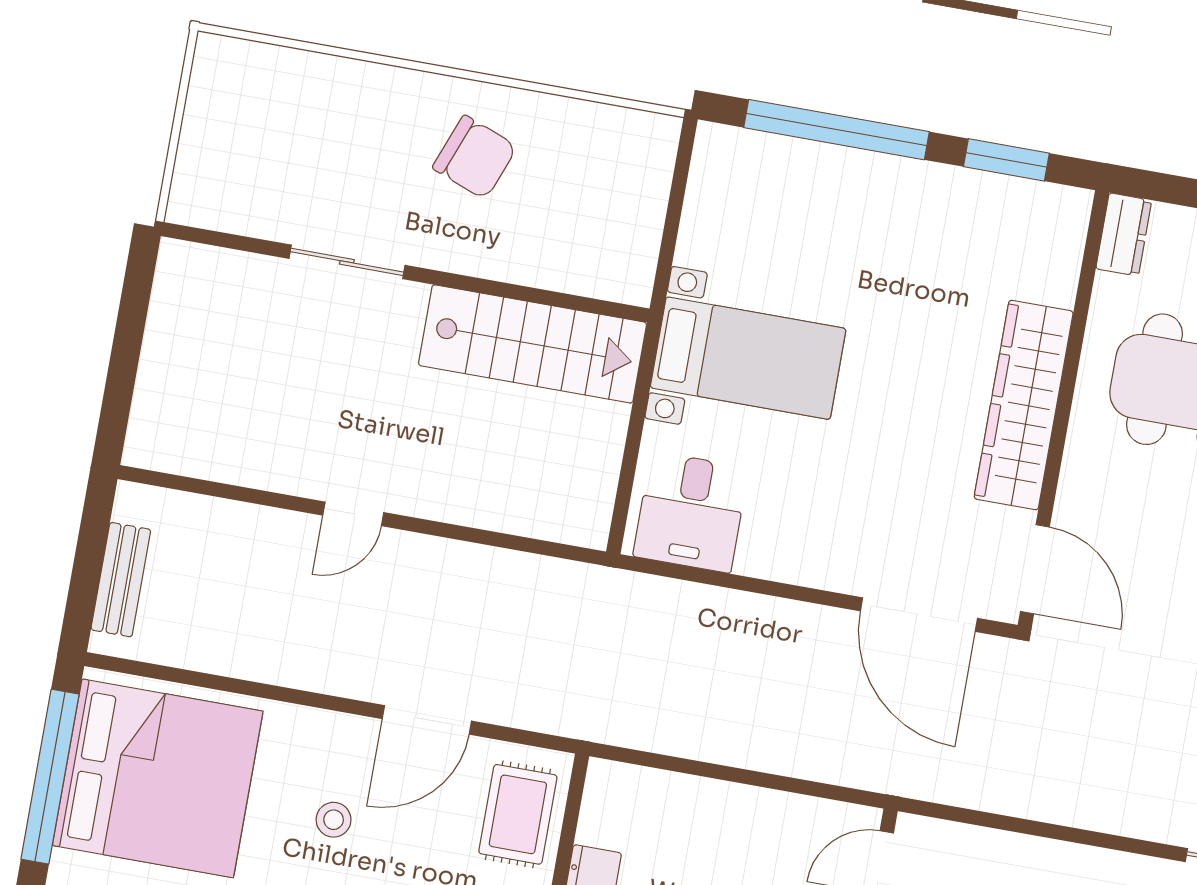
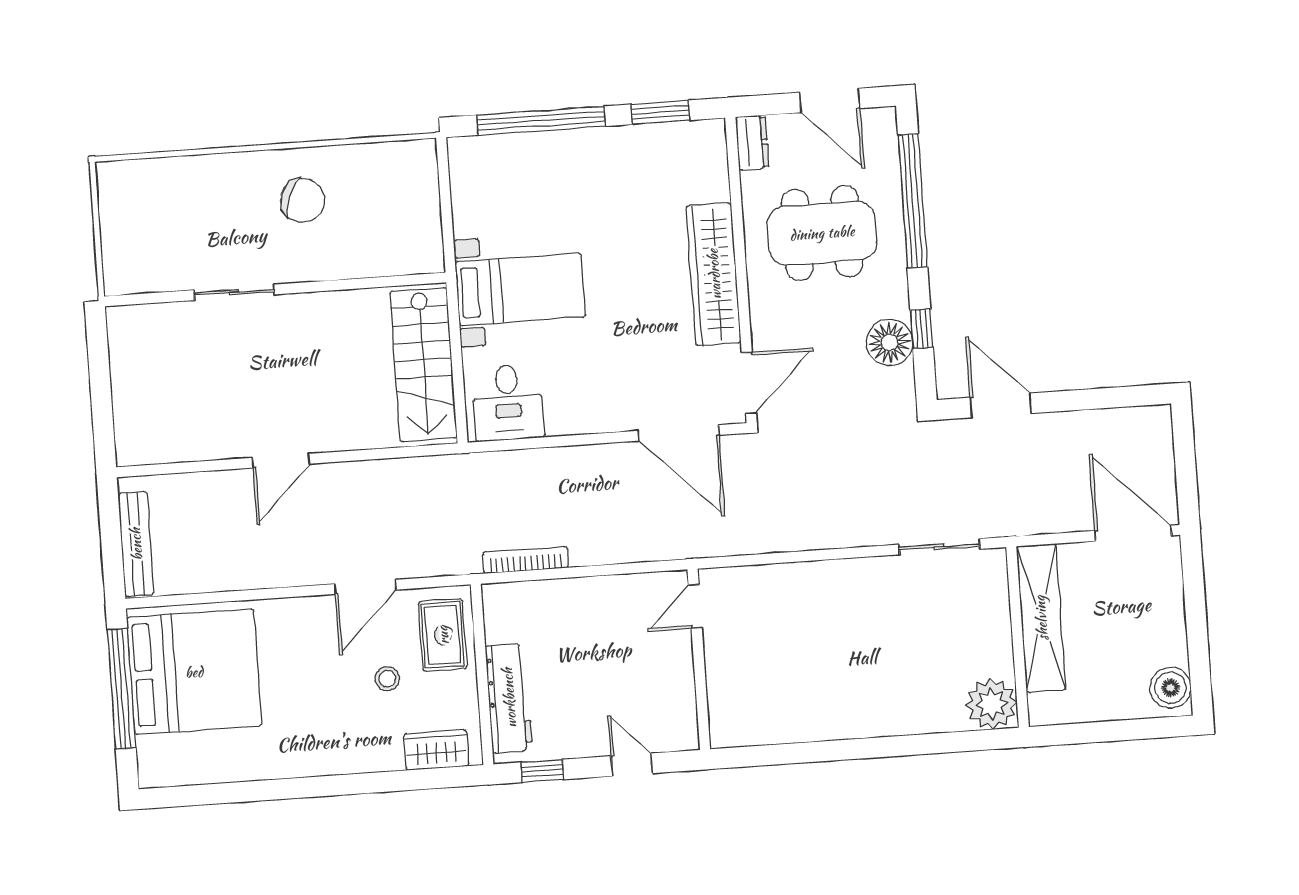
stairs: (533, 344) -> (423, 365), moved, turned 90
door: (353, 514) -> (281, 461), width x1.38
door: (1035, 569) -> (749, 383), hinge flipped
bench: (121, 580) -> (136, 544), width x1.36
bookcase: (660, 738) -> (525, 560), added
stool: (334, 820) -> (387, 679), moved

